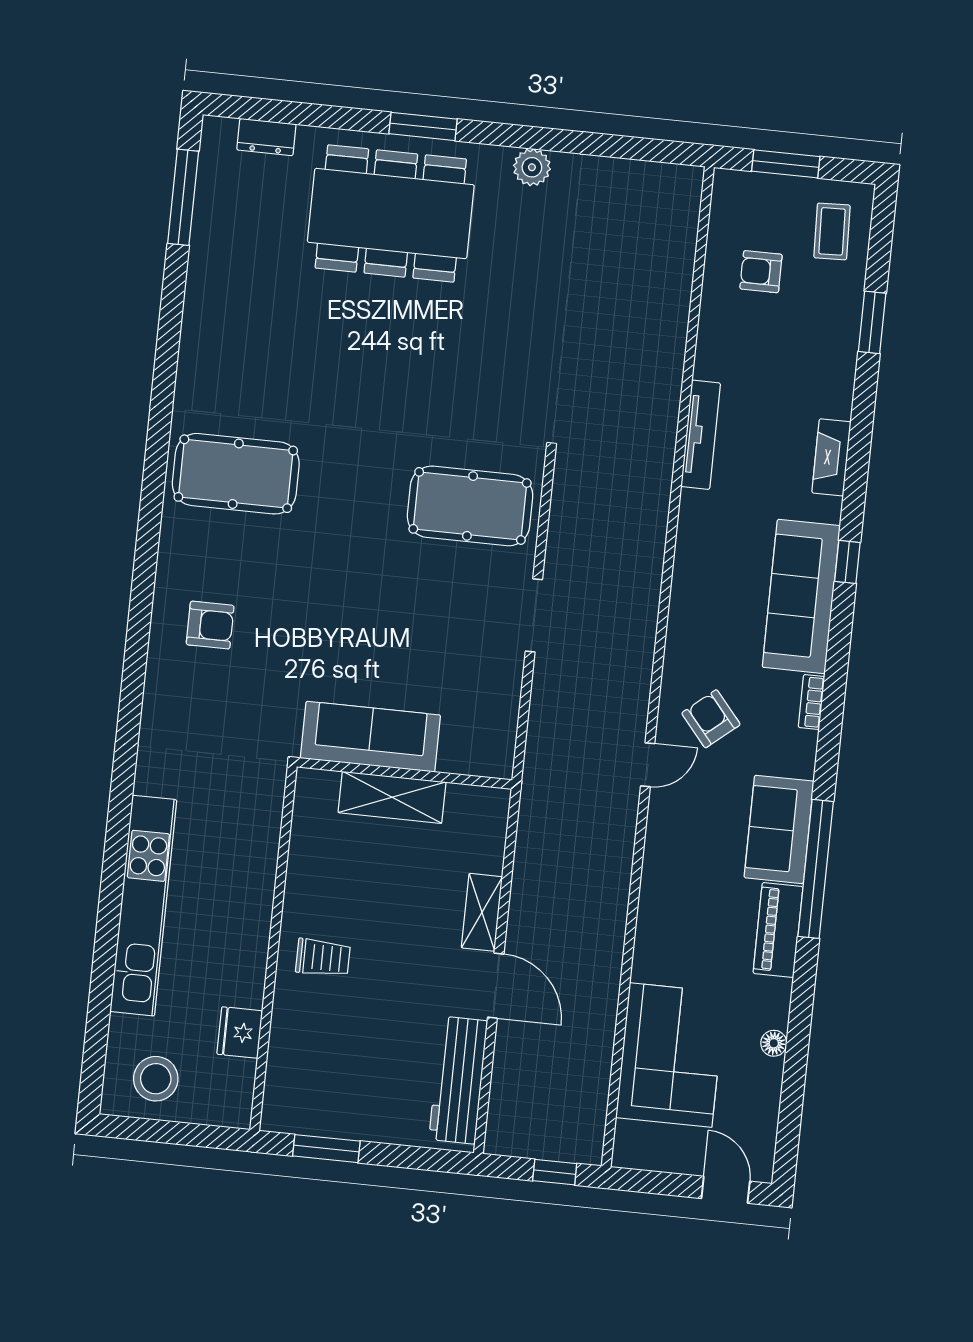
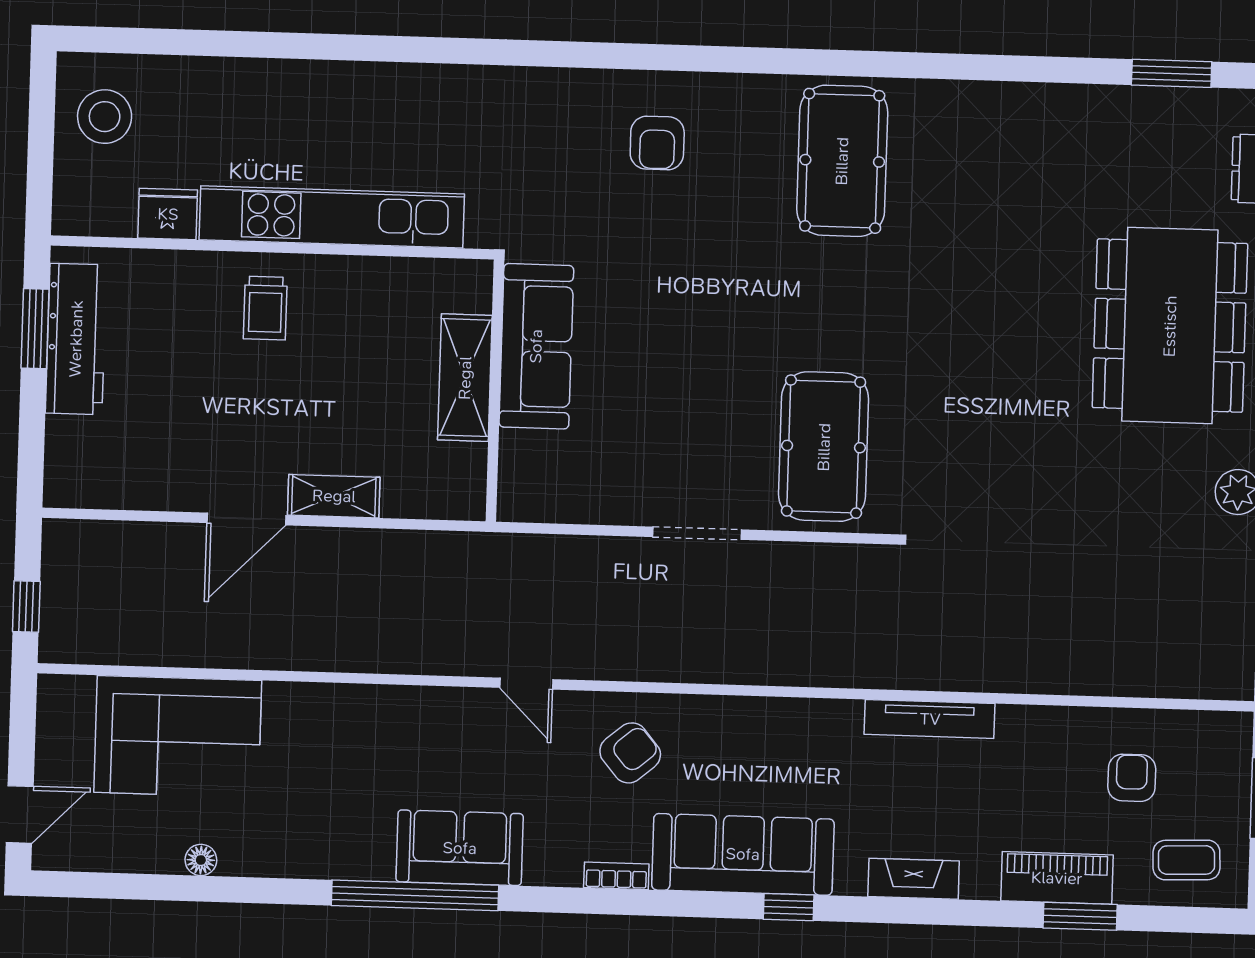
window: (183, 197) -> (1172, 73), width x0.69
armchair: (711, 719) -> (630, 753), moved
kitchen unit: (143, 906) -> (332, 217), moved, turned 180
piano: (778, 930) -> (1057, 878), moved
workbench: (458, 1080) -> (76, 339), moved, turned 90

